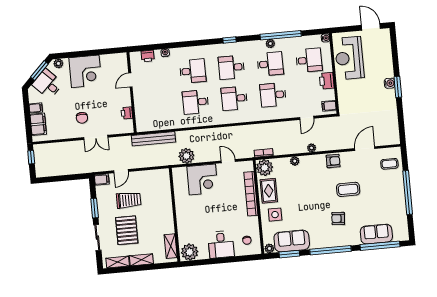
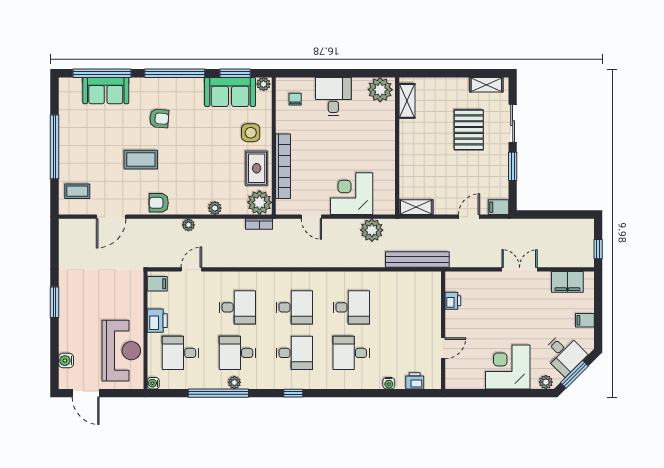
water cooler: (390, 83) -> (66, 361), moved
chair: (82, 118) -> (519, 300), removed
filing cabinet: (38, 124) -> (567, 282), moved, turned -90
double door: (96, 137) -> (520, 269), moved
trolley: (129, 200) -> (462, 174), removed
shelving: (141, 260) -> (416, 207), moved

